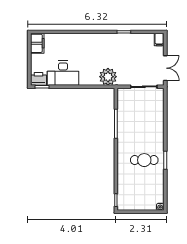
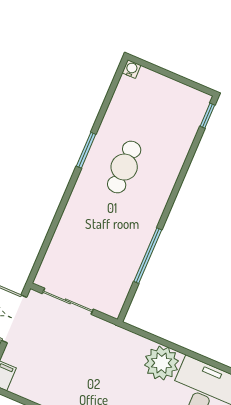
plant: (108, 77) -> (162, 363), moved
cafe table: (144, 160) -> (124, 167), turned 90

